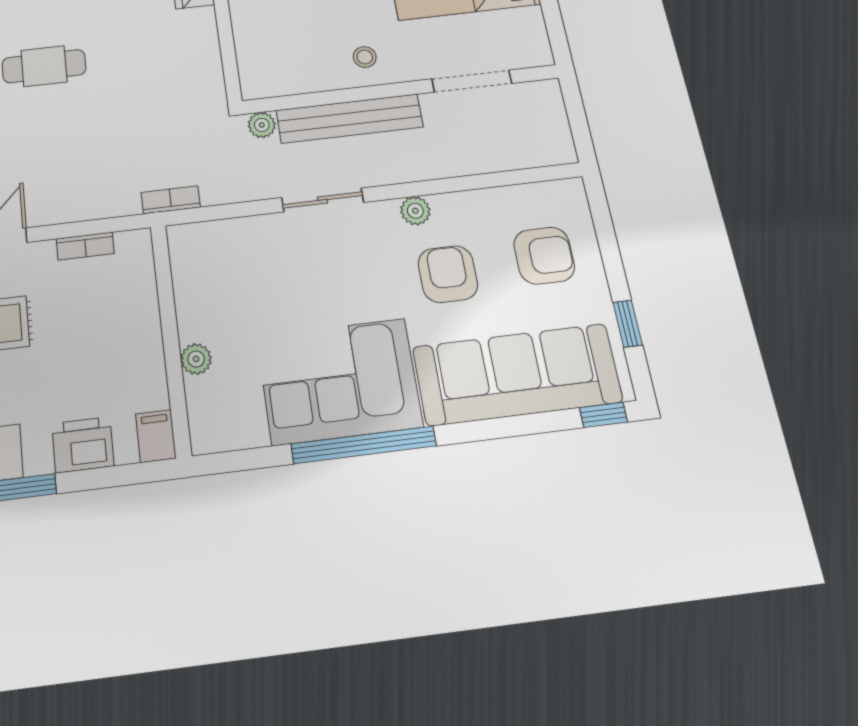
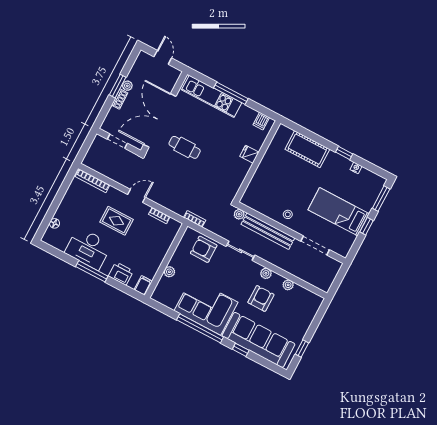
plant: (482, 202) -> (288, 285), added
armchair: (544, 256) -> (204, 249), moved, turned 180
window: (604, 415) -> (241, 350), moved

